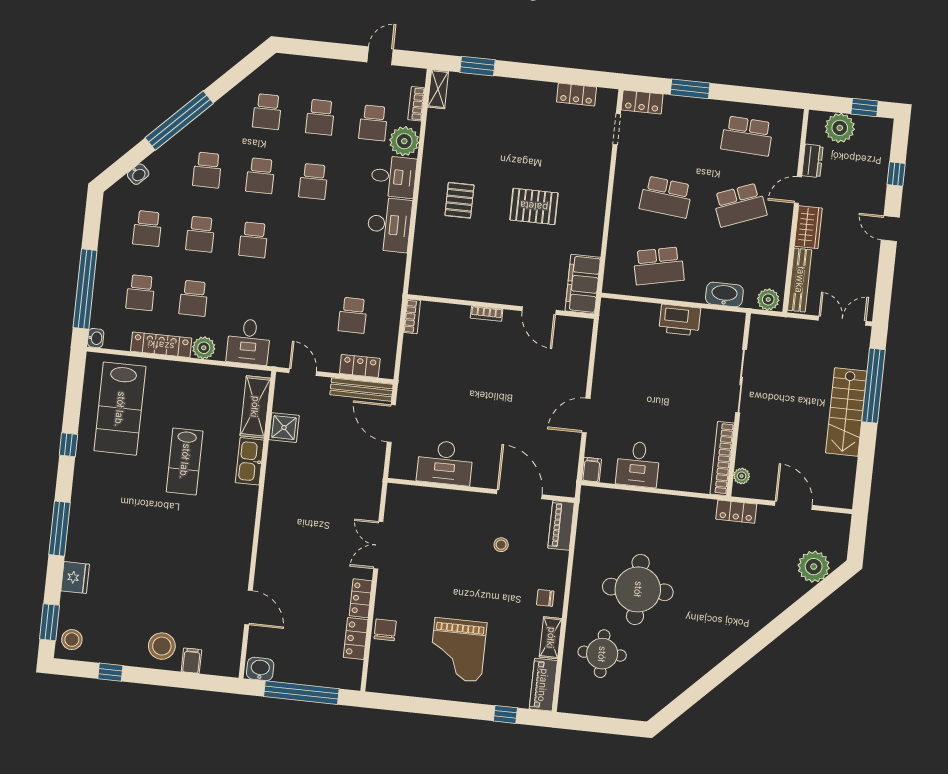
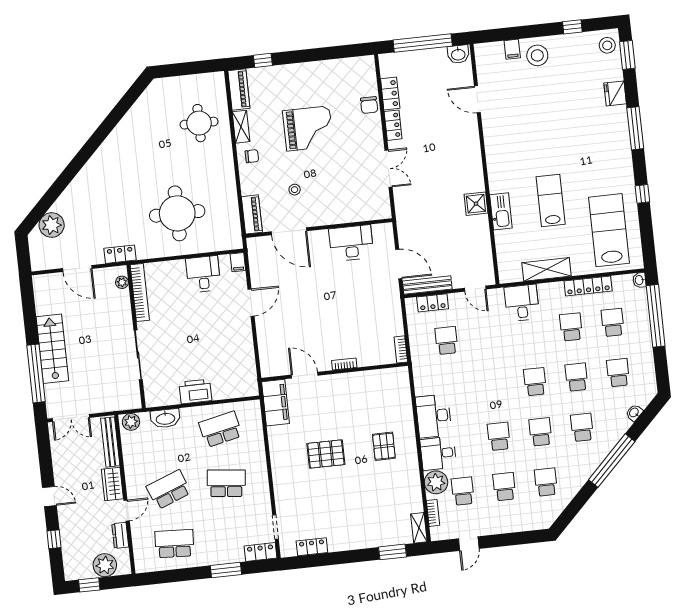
plant: (204, 348) -> (555, 291), removed
shelving: (255, 407) -> (546, 269), moved, turned 90
shower: (284, 428) -> (476, 204), moved
round table: (638, 589) -> (177, 213), moved
grand piano: (458, 650) -> (308, 128), moved, turned 90

